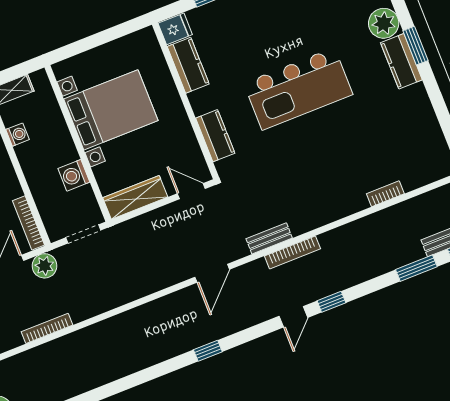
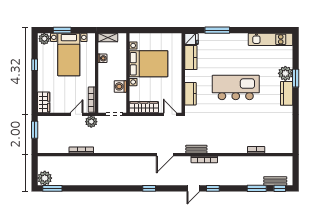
window: (415, 46) -> (296, 78), moved
kitchen island: (298, 89) -> (236, 88), turned 180

